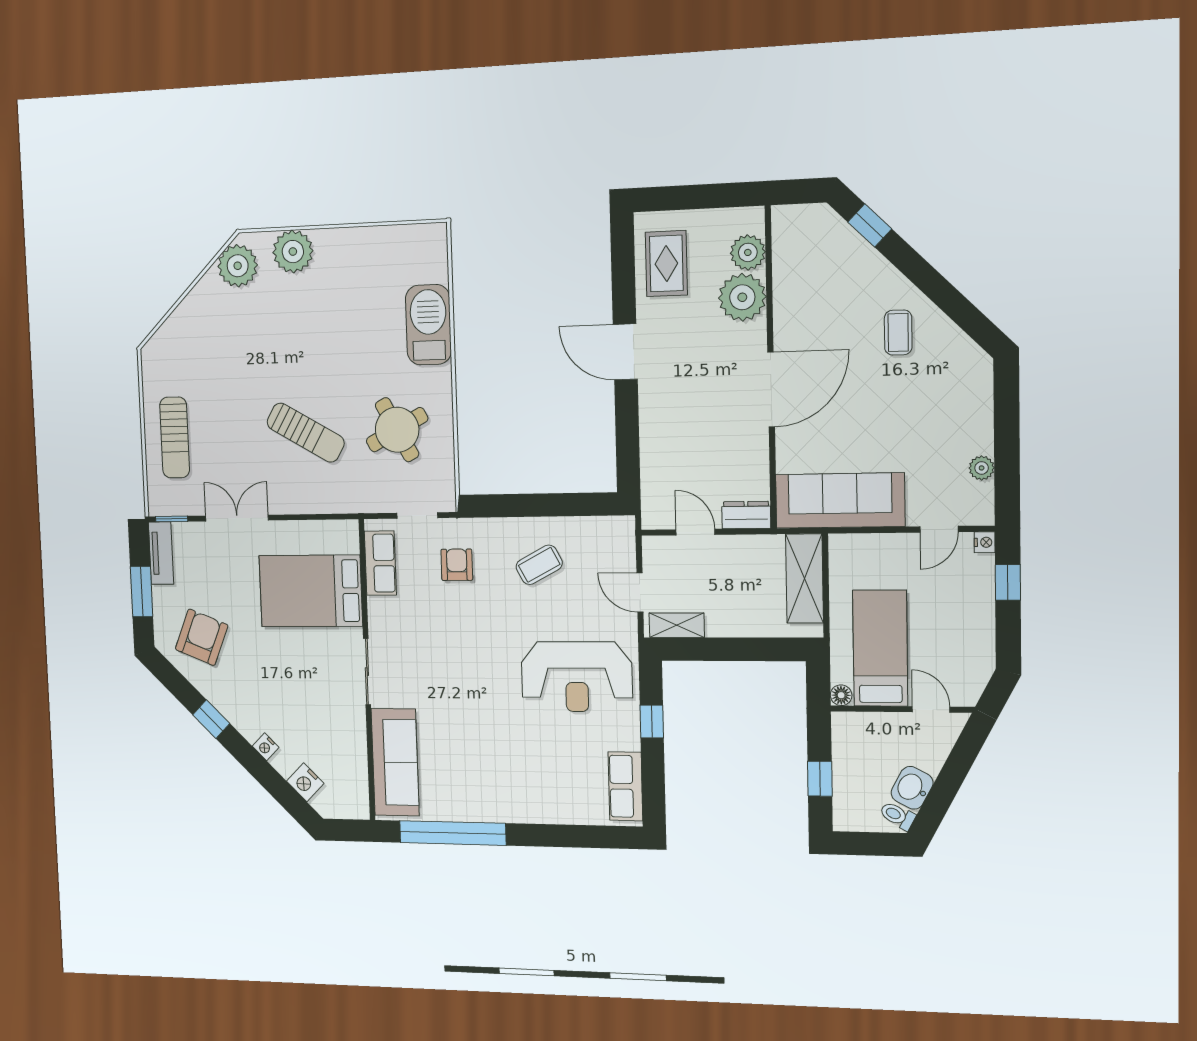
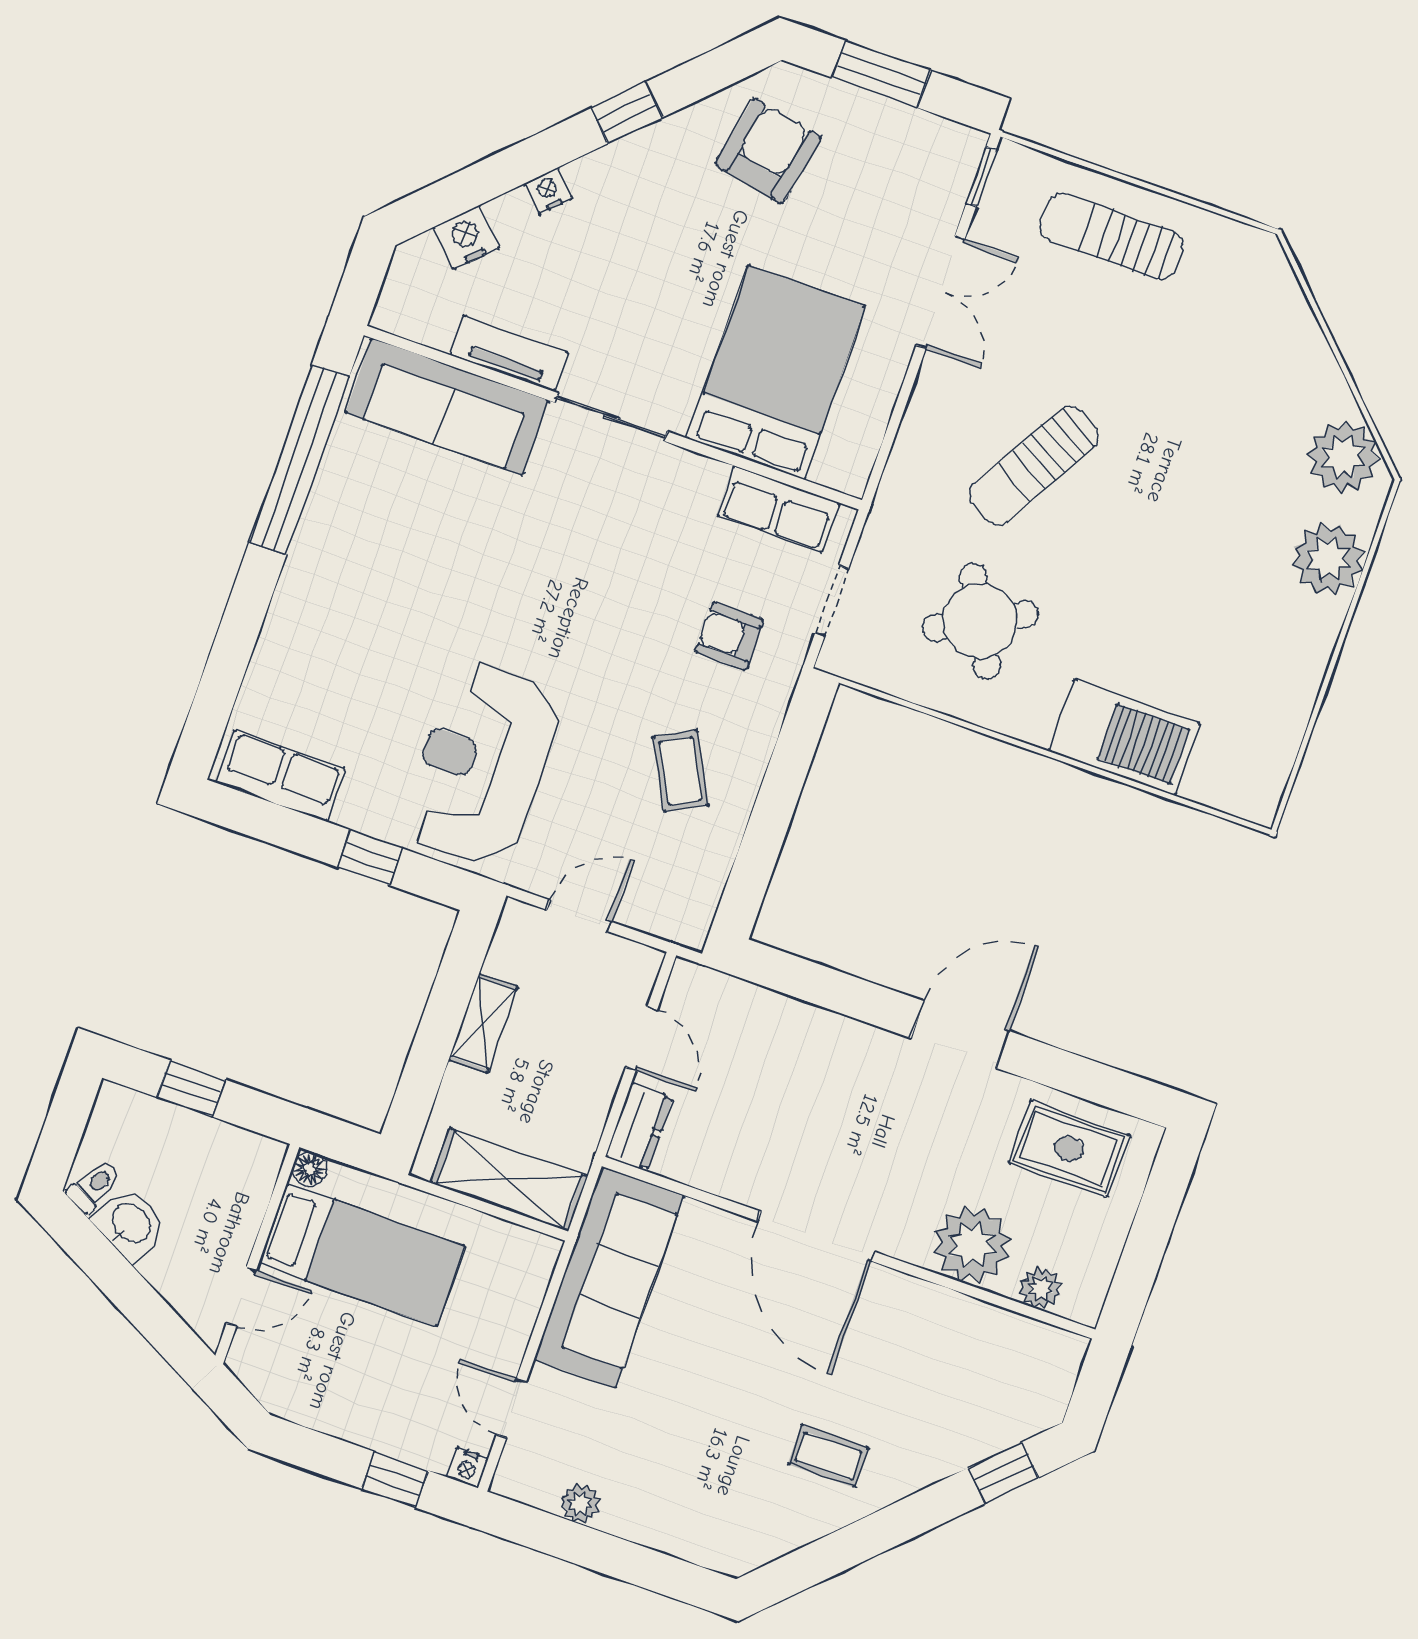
plant: (748, 252) -> (1041, 1288), width x0.73, depth x0.73
door: (695, 532) -> (641, 1039), hinge flipped
tv unit: (161, 553) -> (509, 354), moved, turned 180
armchair: (457, 565) -> (729, 636), turned 180
shelving: (677, 625) -> (483, 1023), moved
armchair: (202, 637) -> (768, 151), turned -101

